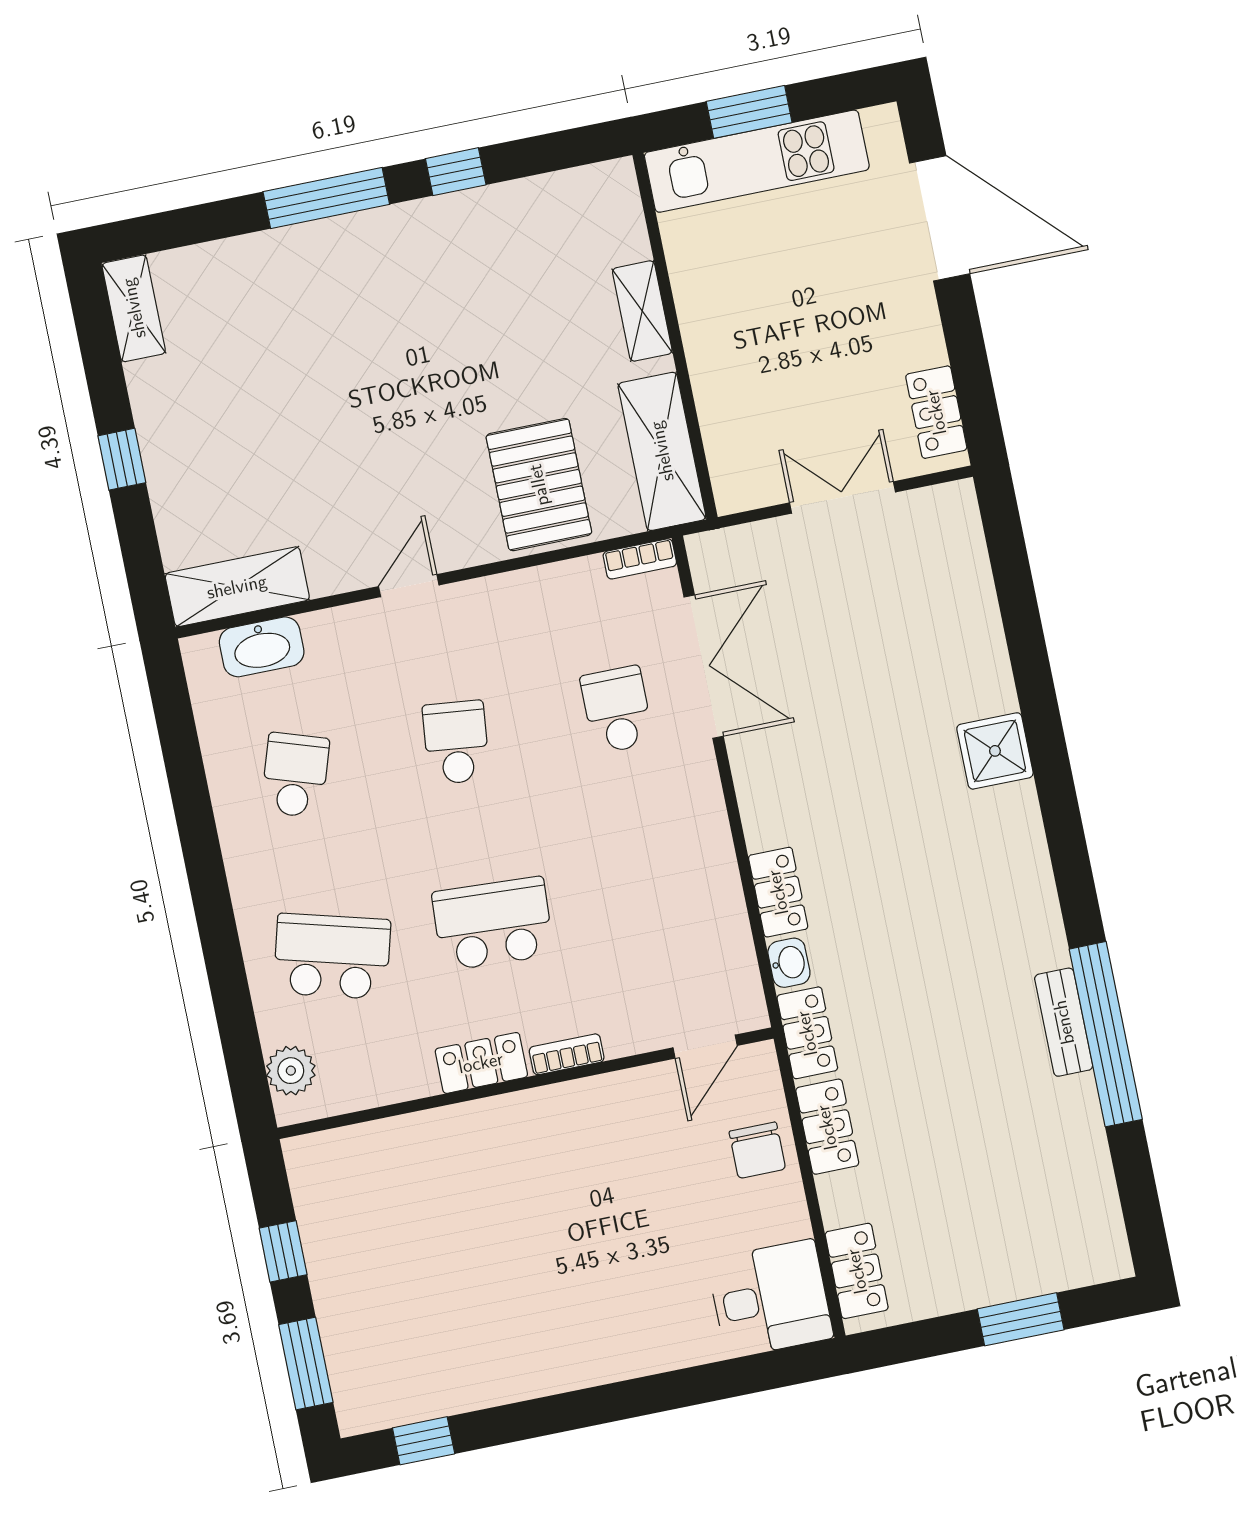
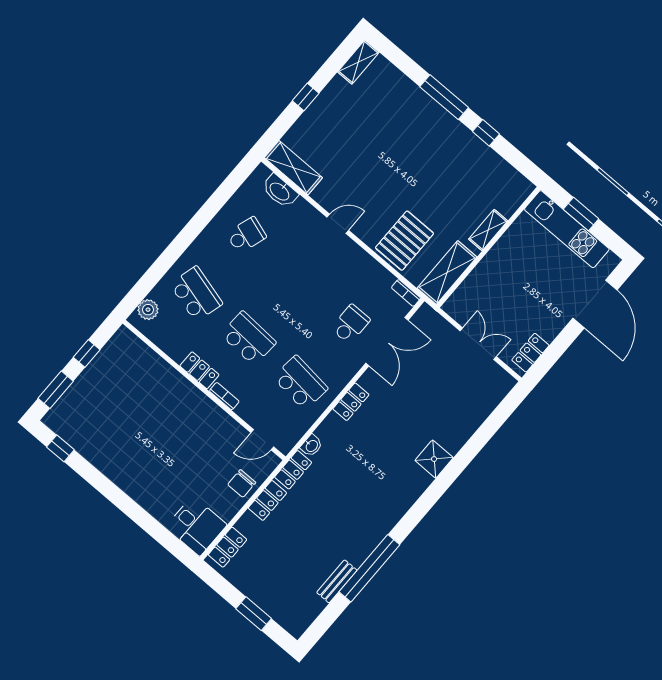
school desk: (456, 742) -> (300, 383), moved, width x1.85
locker: (778, 892) -> (351, 402), moved
bench: (1064, 1022) -> (337, 581), moved

